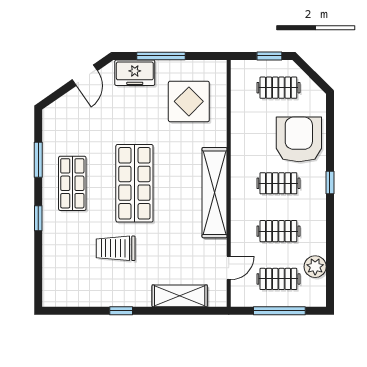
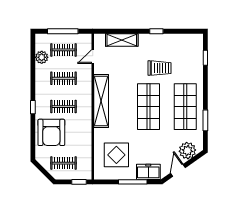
window: (269, 56) -> (79, 182), moved
plant: (69, 109) -> (187, 151), added
shop shelf: (72, 183) -> (185, 107), width x1.43, depth x1.36
window: (38, 218) -> (205, 58), moved

